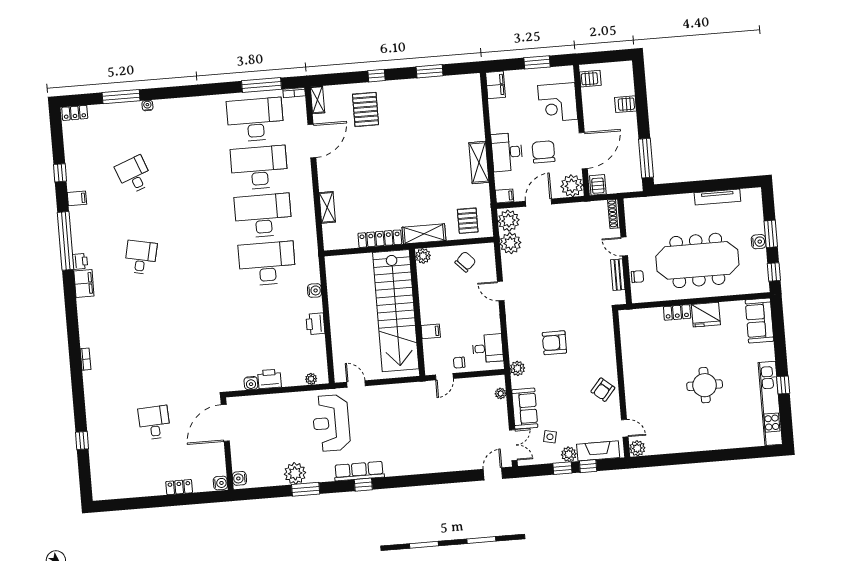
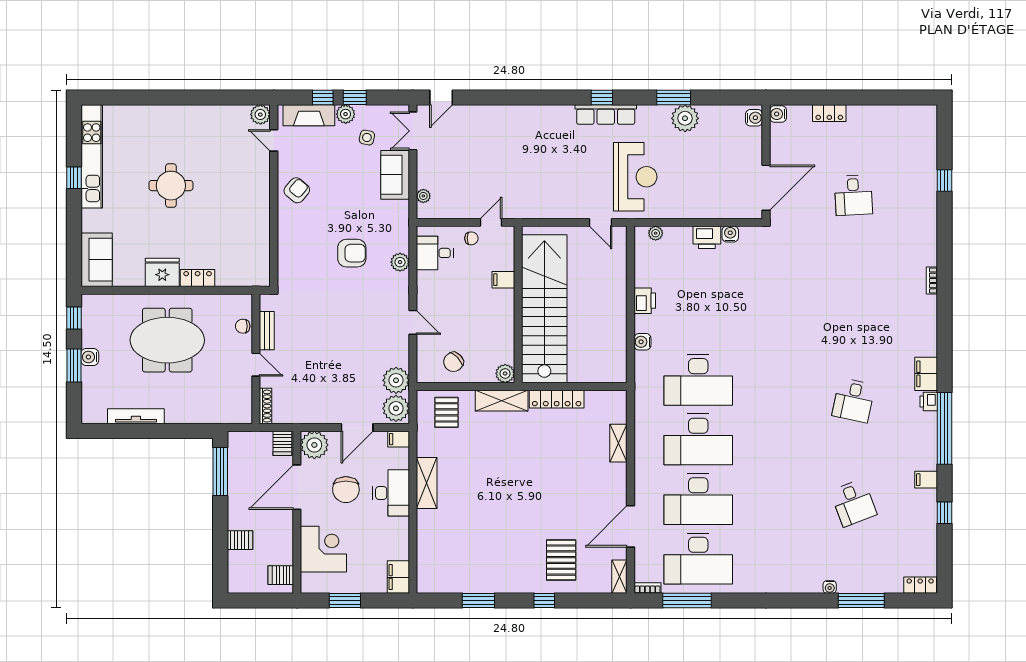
meeting table: (697, 260) -> (167, 340), width x0.73
plant: (517, 368) -> (400, 262), moved

